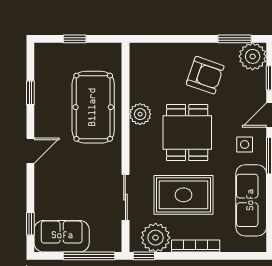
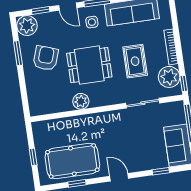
window: (235, 39) -> (18, 53), moved
pool table: (93, 107) -> (72, 161), moved
rug: (184, 195) -> (135, 61), width x0.73, depth x0.70
window: (30, 224) -> (161, 171), moved

